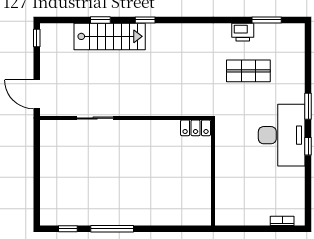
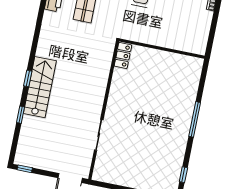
stairs: (110, 36) -> (40, 87), moved
window: (112, 229) -> (195, 119), moved

